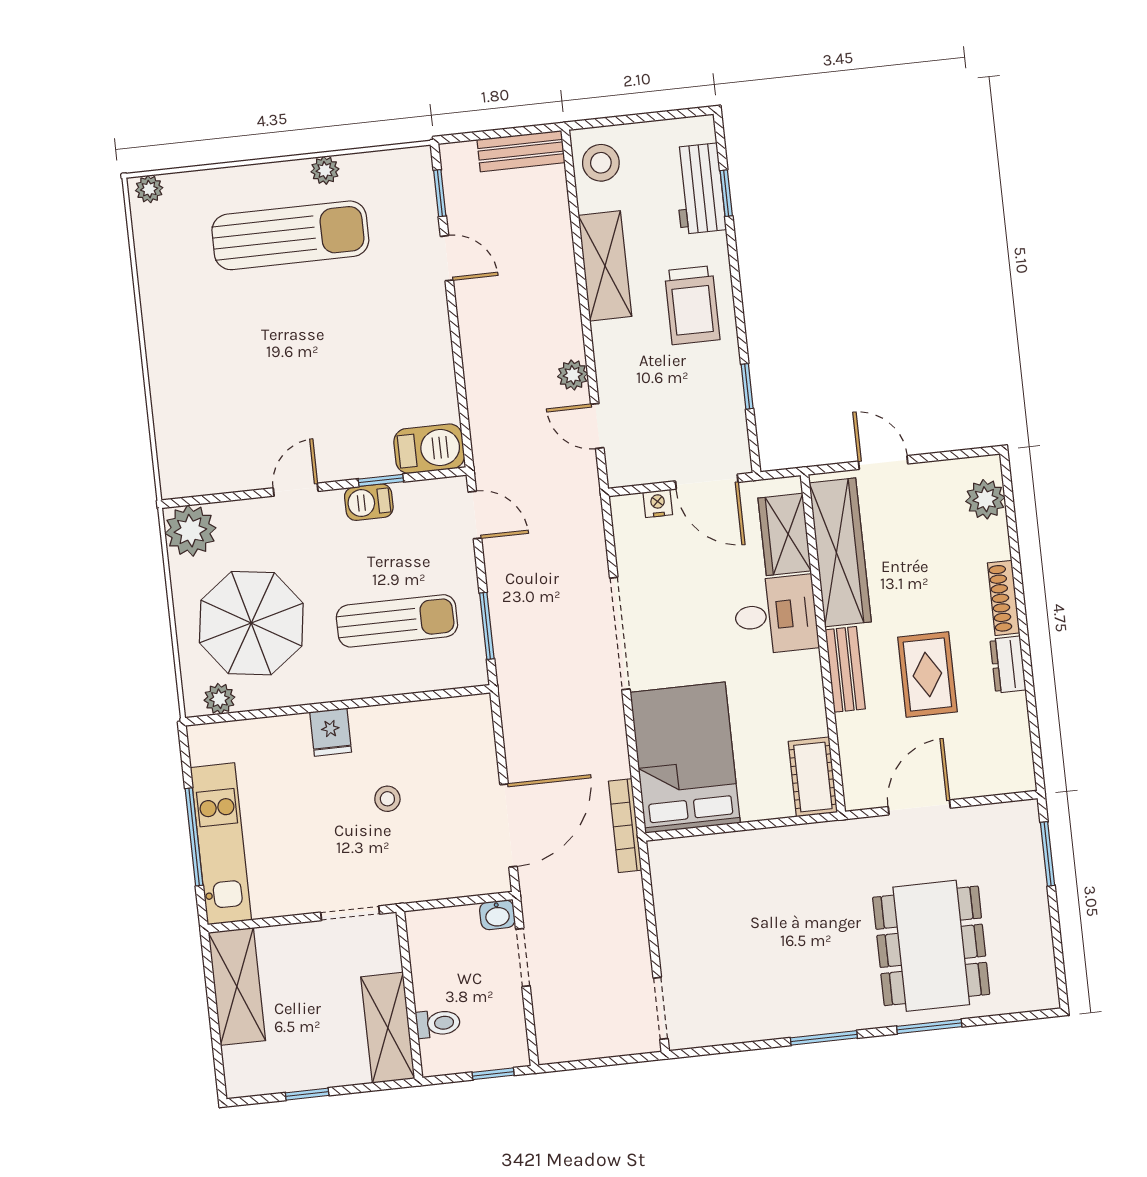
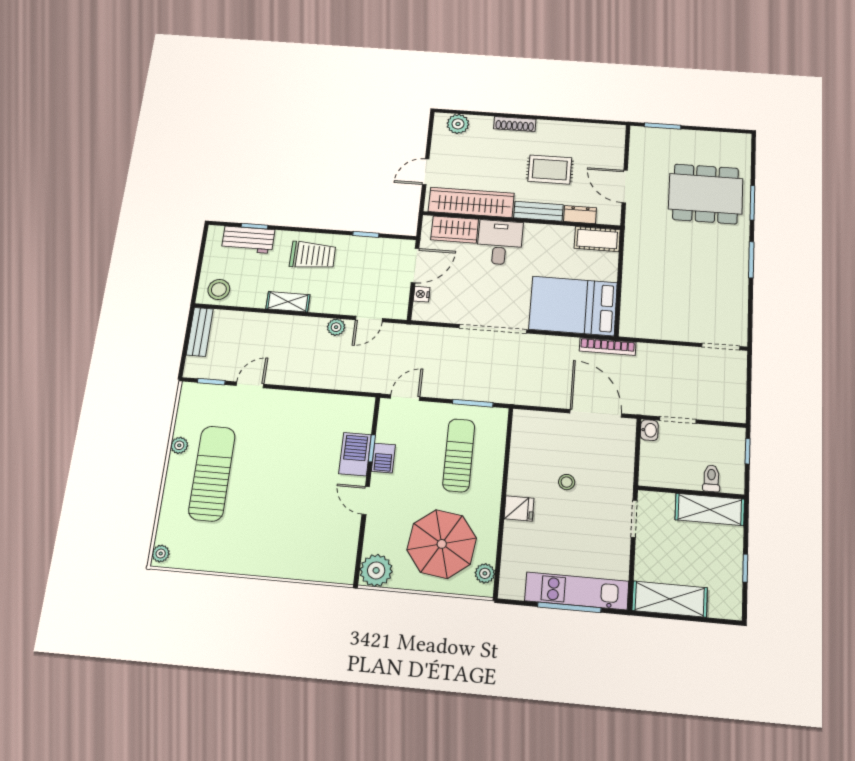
shelving: (605, 266) -> (288, 302), width x0.67, depth x0.75
barbecue: (429, 449) -> (355, 454), moved
dresser: (1008, 665) -> (580, 215), moved, turned 180

